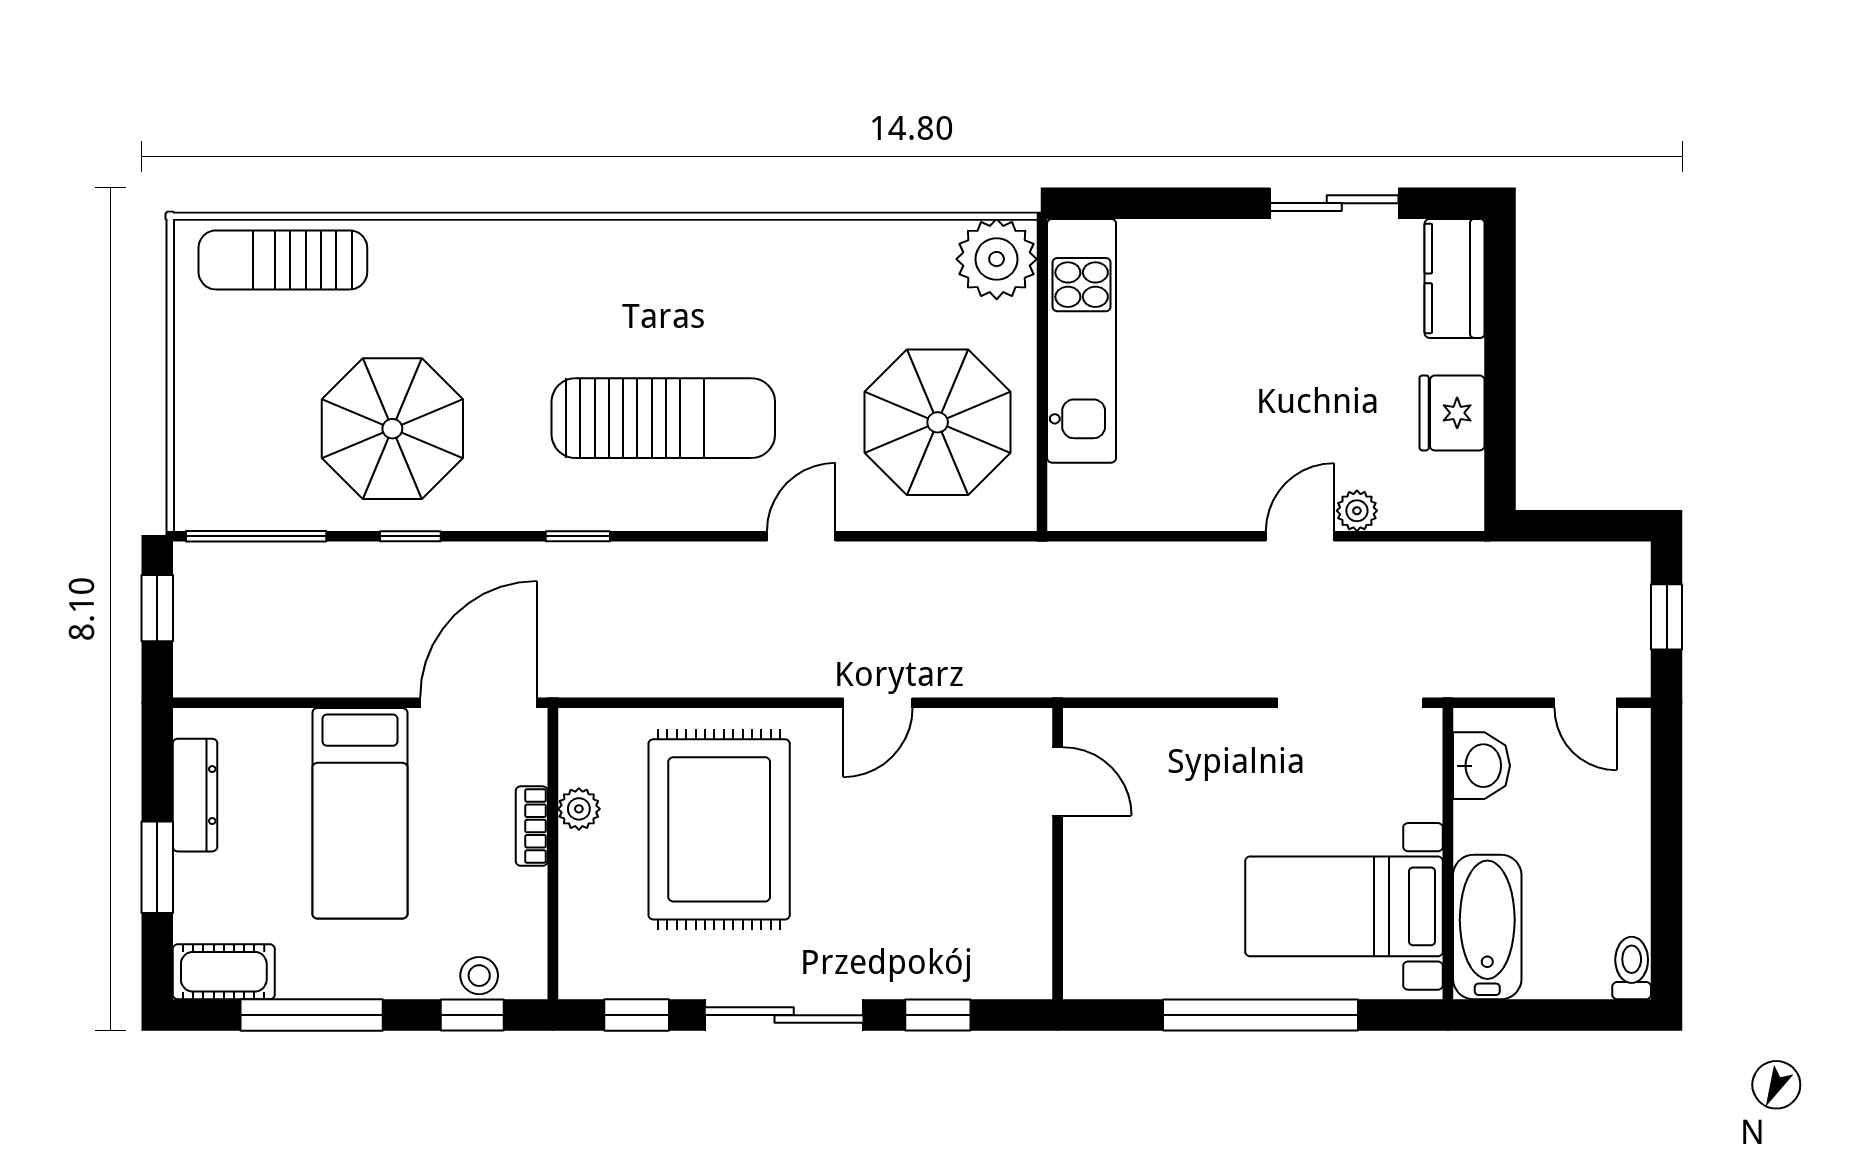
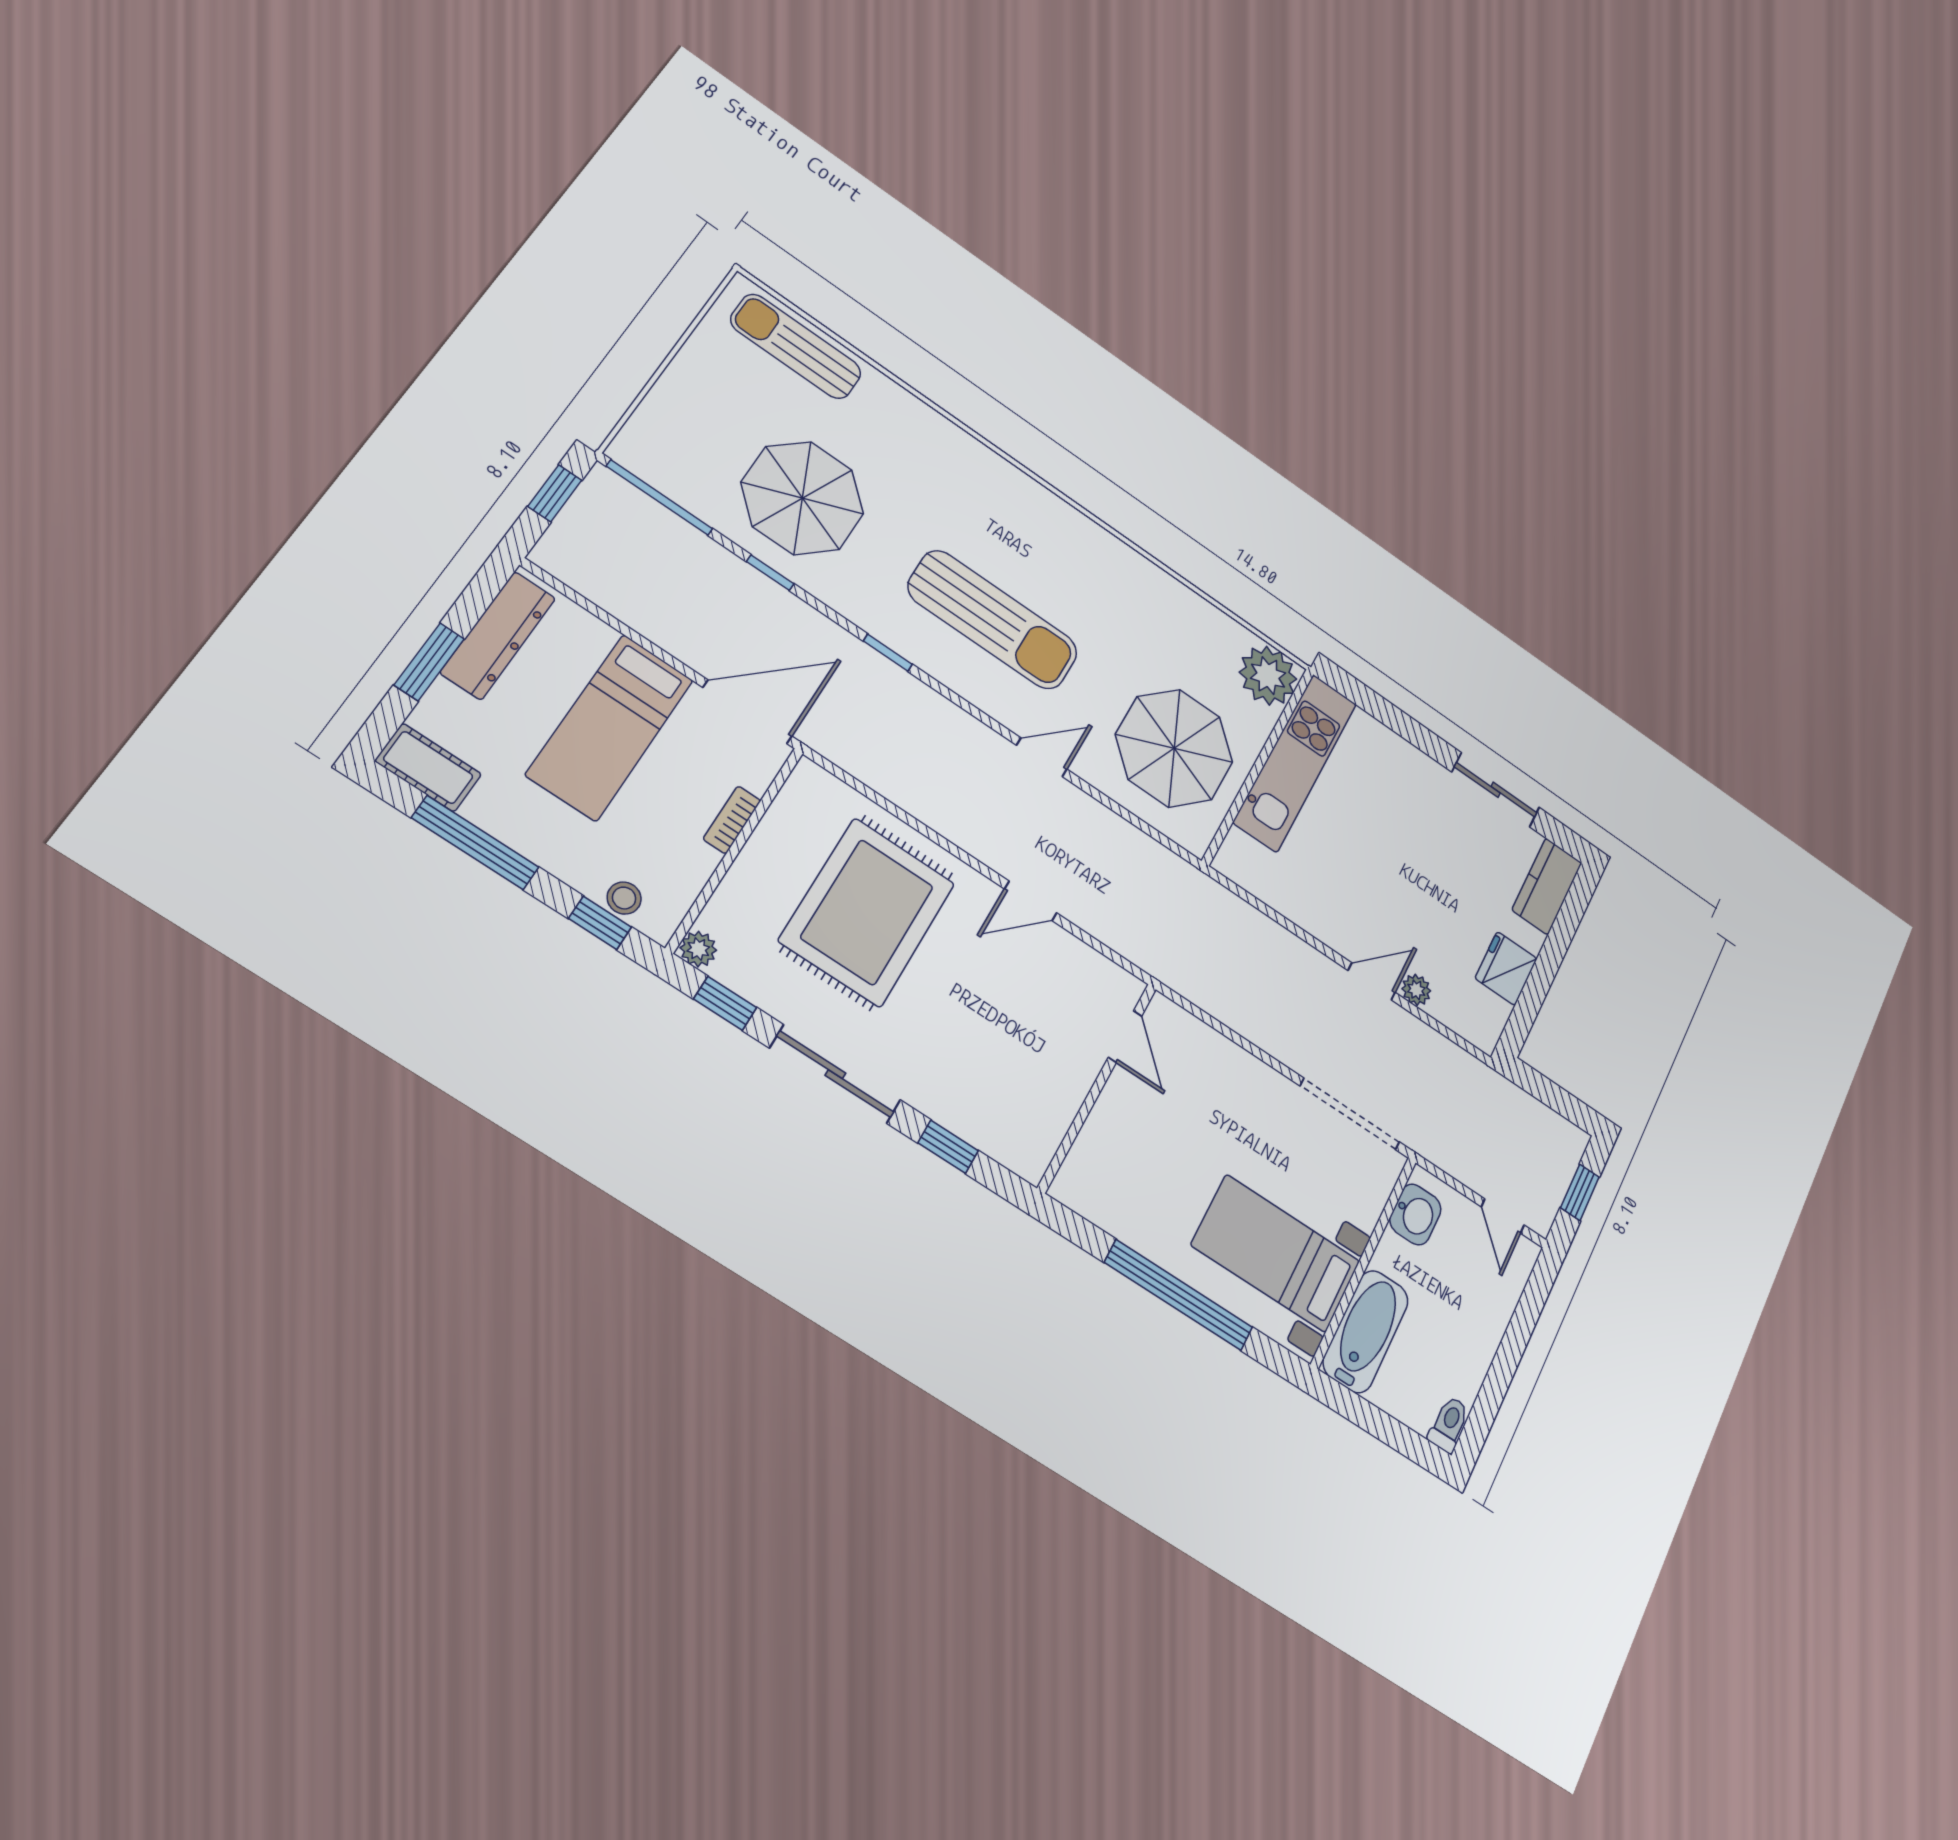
dresser: (195, 795) -> (498, 635), width x1.37, depth x1.24
plant: (579, 809) -> (698, 949), moved

